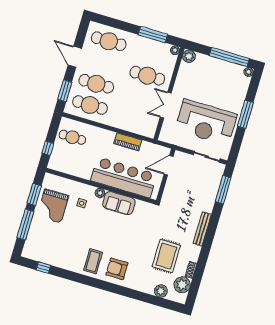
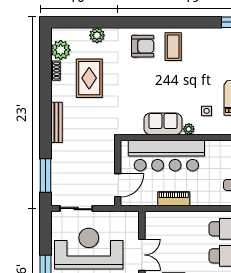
plant: (161, 291) -> (97, 35), moved

